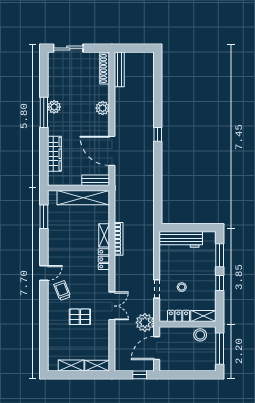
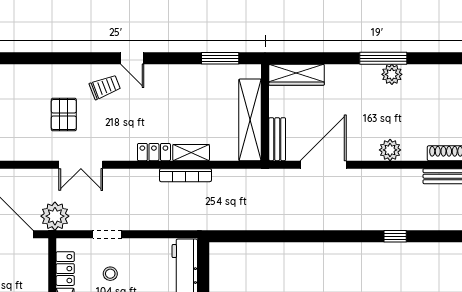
window: (158, 134) -> (395, 236), moved
wardrobe: (54, 154) -> (297, 75), moved

